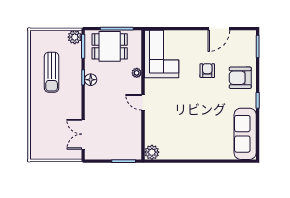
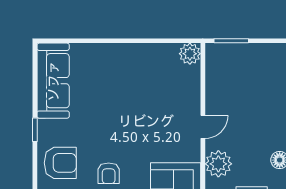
plant: (137, 73) -> (218, 164), width x1.88, depth x1.88
door: (143, 102) -> (203, 127), hinge flipped

